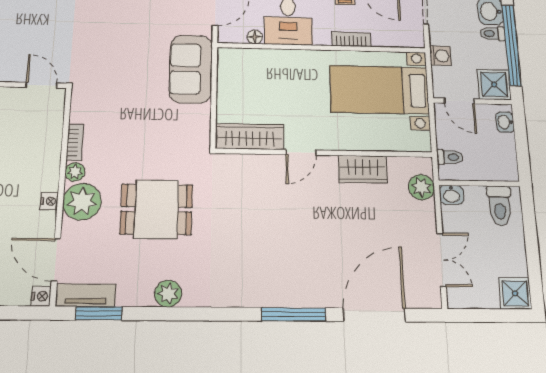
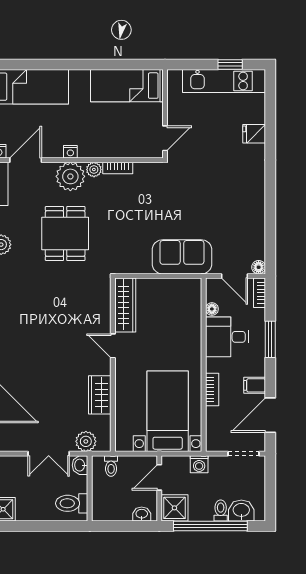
double door: (441, 260) -> (49, 454), moved

